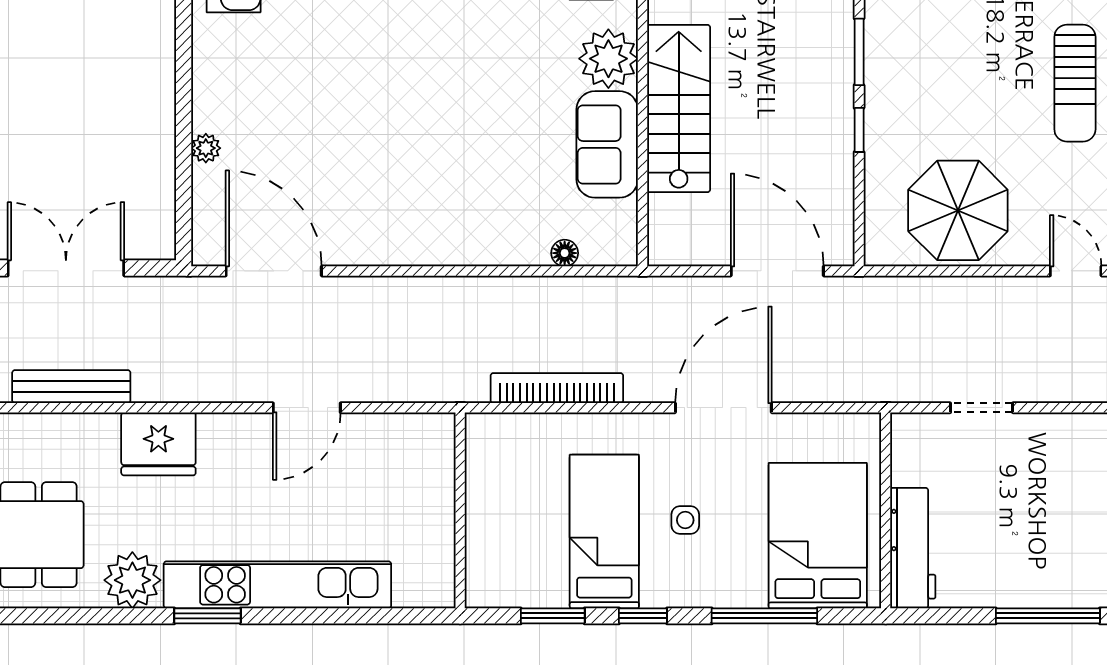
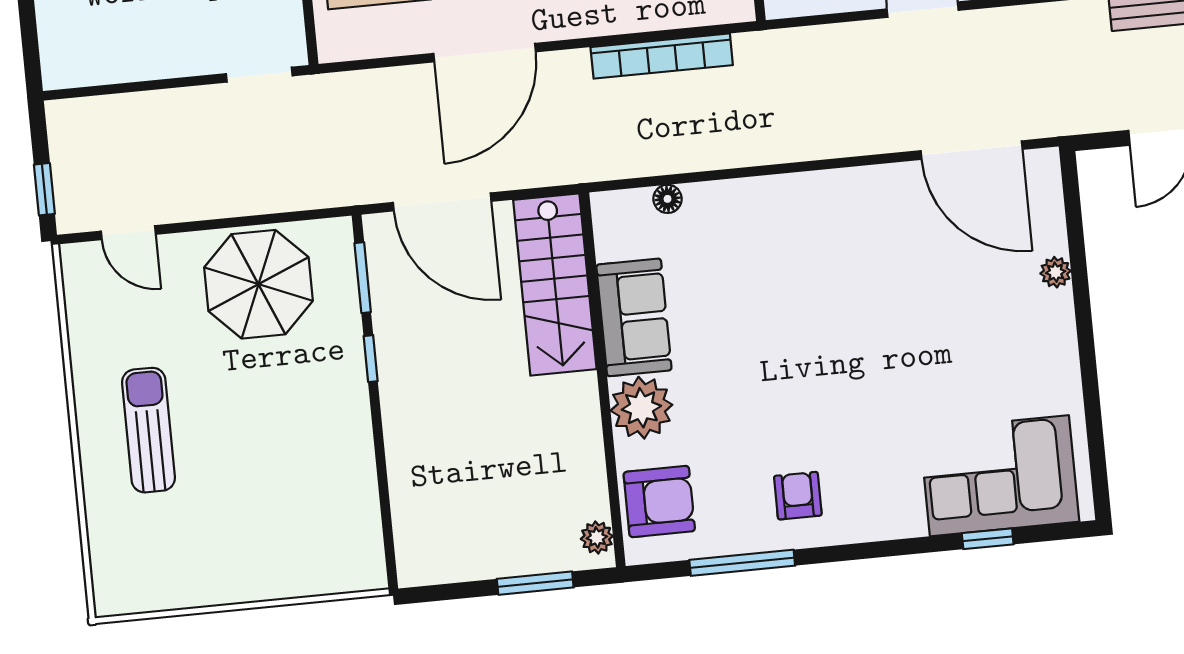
window: (859, 52) -> (363, 278), moved
stairs: (679, 109) -> (555, 285), moved
doorway: (981, 408) -> (259, 75), moved

